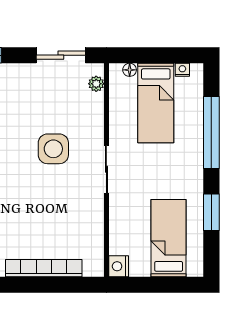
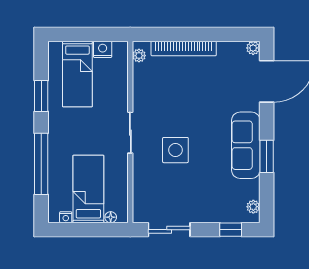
plant: (96, 84) -> (139, 56), moved
nightstand: (119, 266) -> (103, 49), moved, turned -90

